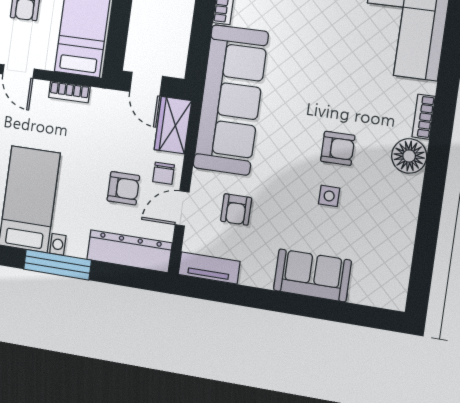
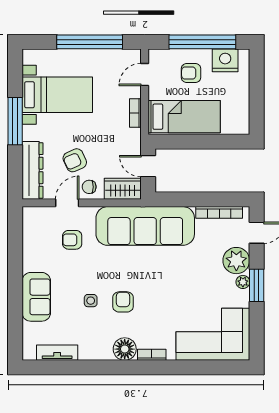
door: (146, 84) -> (148, 166), hinge flipped
armchair: (338, 148) -> (123, 302), turned 180
armchair: (123, 188) -> (75, 160), turned 66
door: (182, 208) -> (67, 203), hinge flipped
tv unit: (209, 268) -> (57, 353), moved, turned -90

